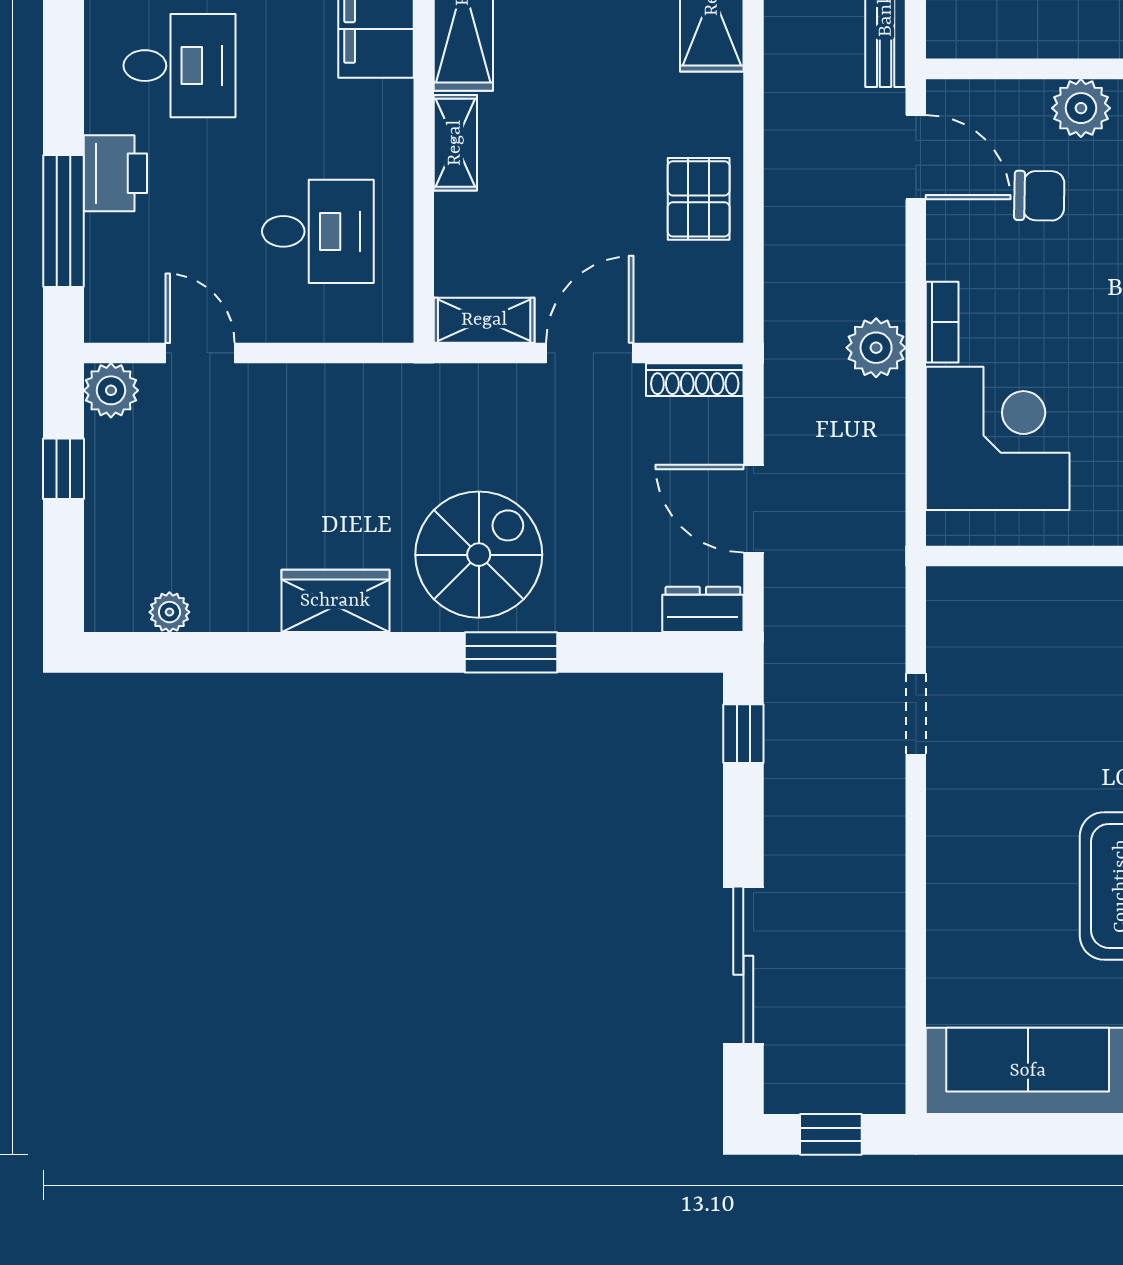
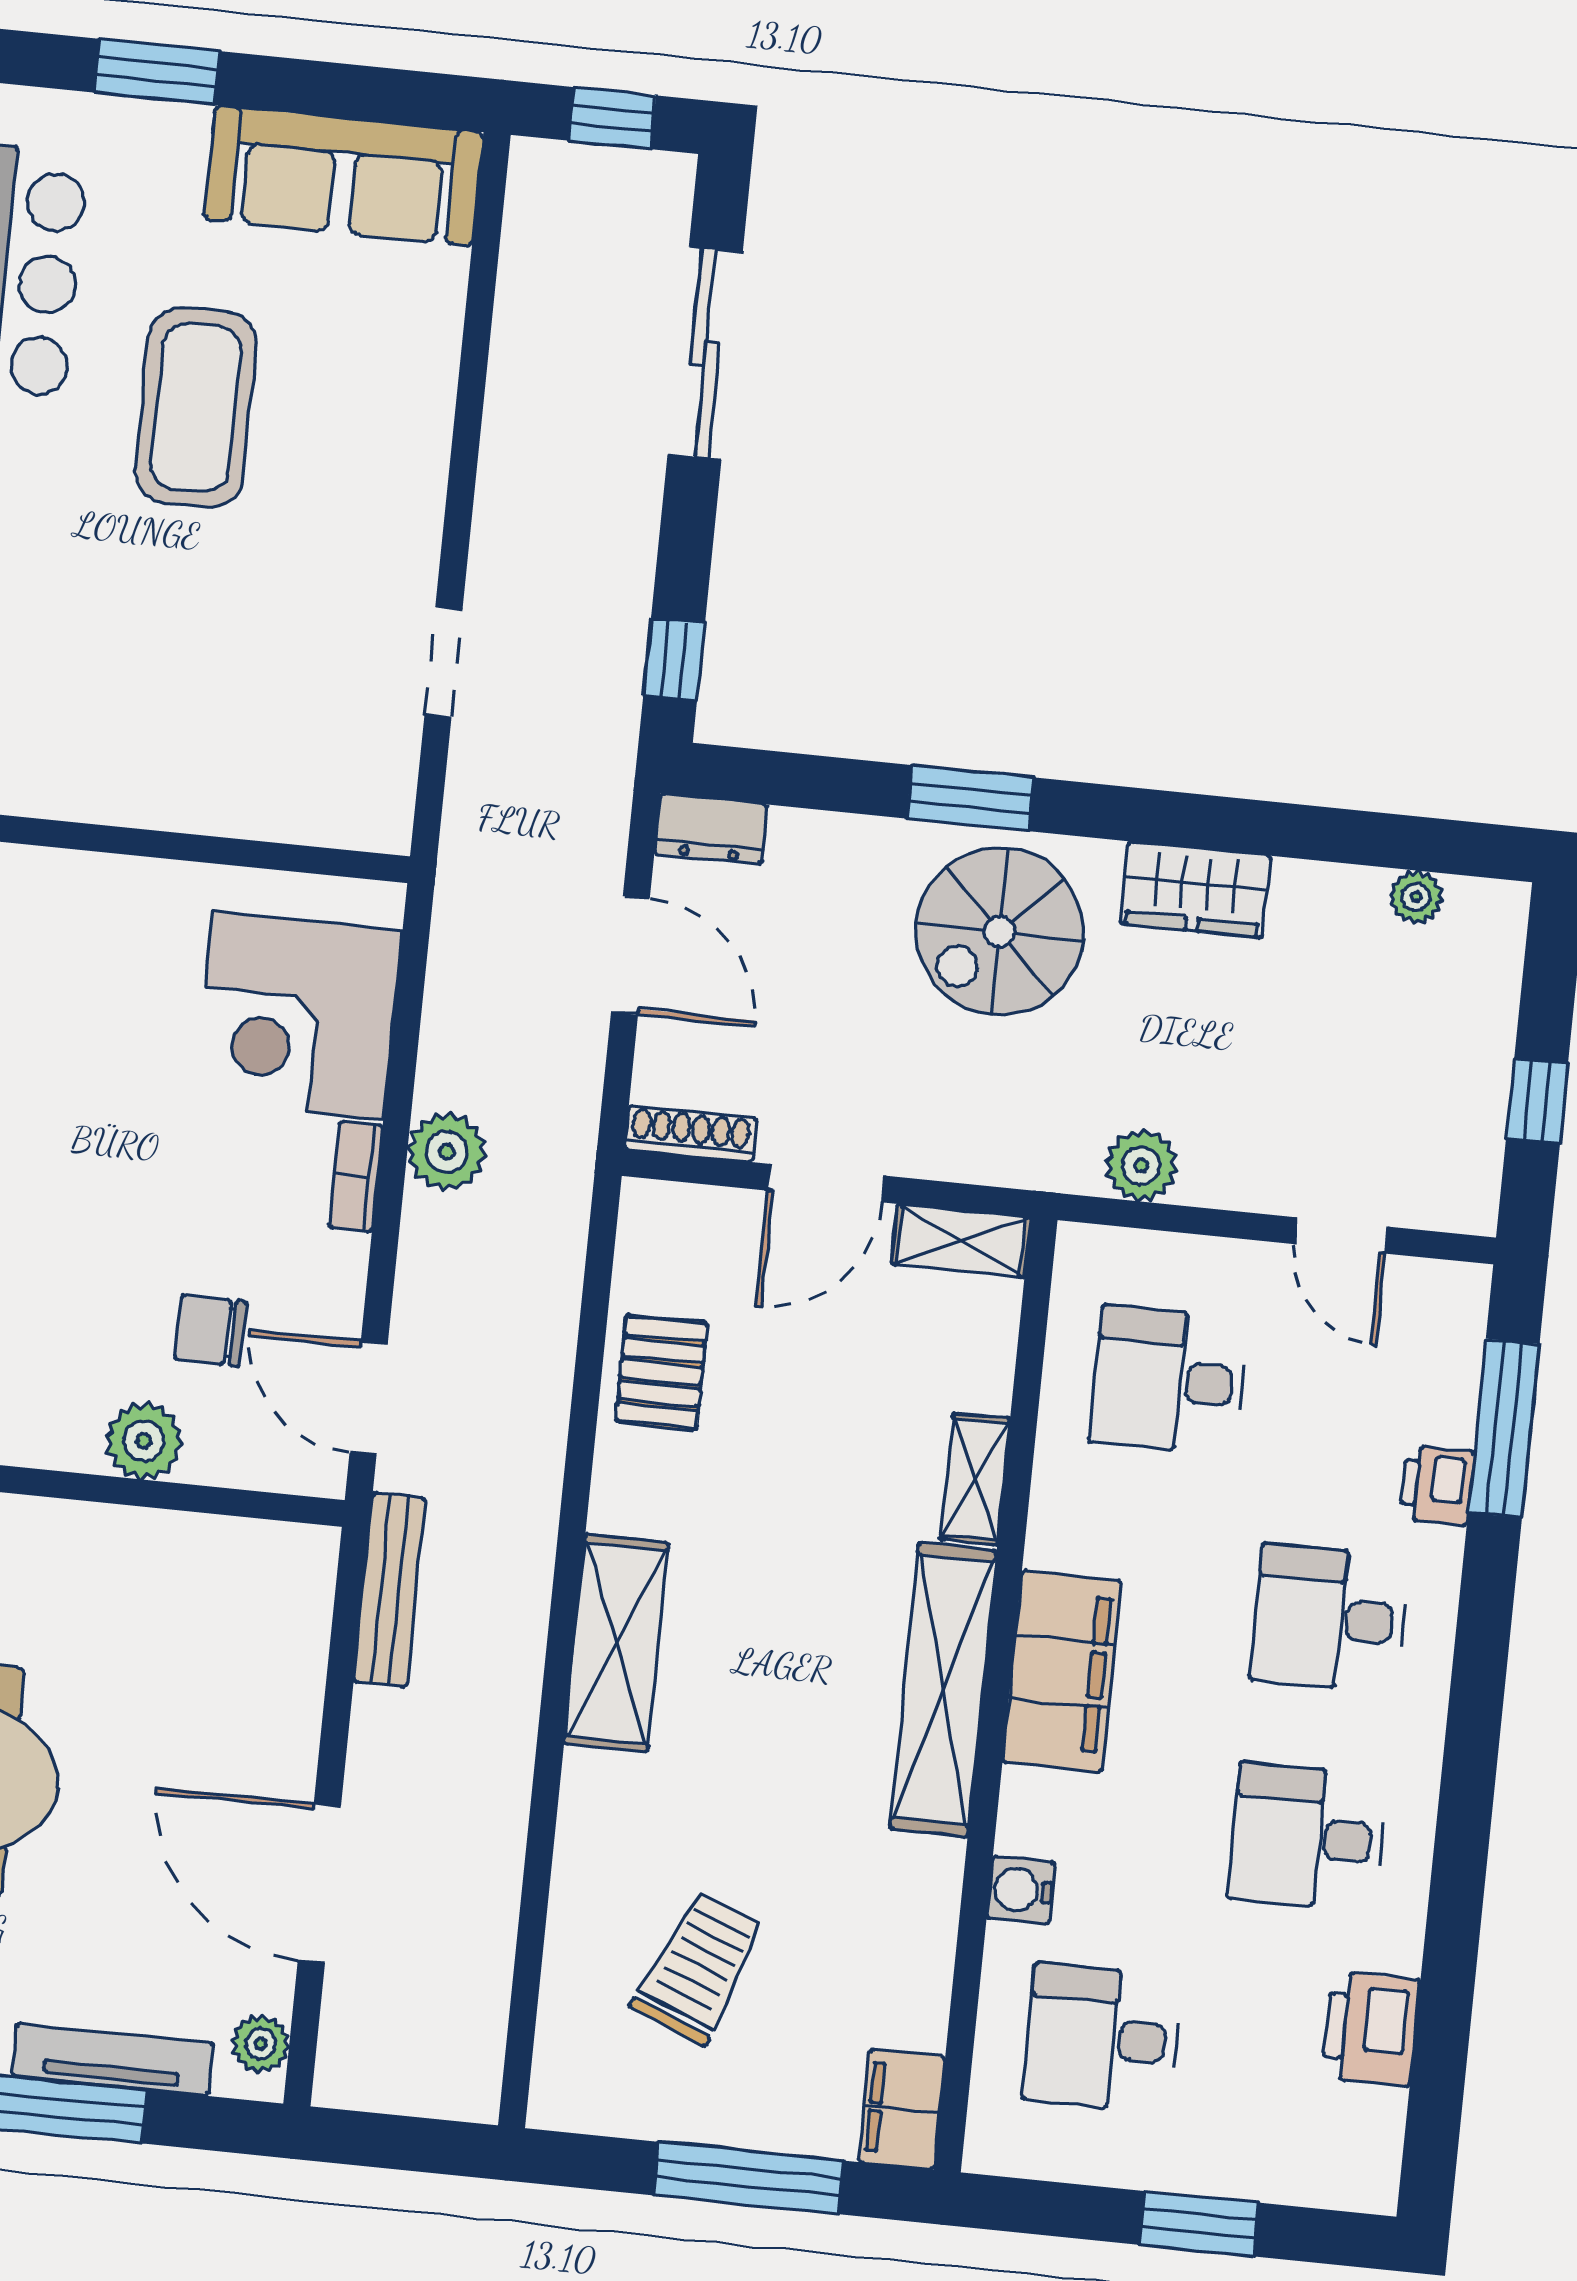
printer: (115, 173) -> (1437, 1485), width x0.73, depth x0.81
plant: (111, 390) -> (1141, 1165), moved

